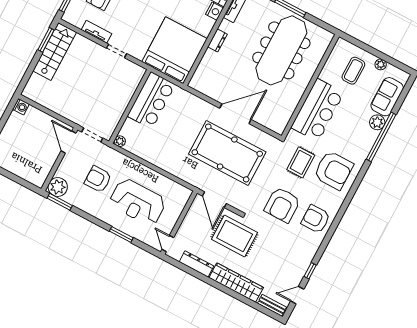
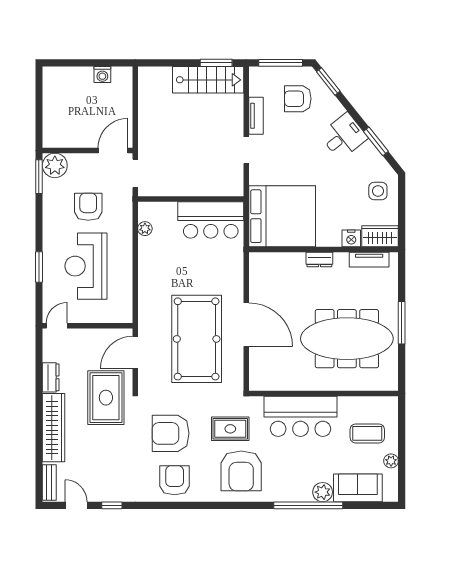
washing machine: (21, 107) -> (102, 75), moved
plant: (120, 141) -> (145, 229), moved
dresser: (196, 264) -> (51, 377), width x0.70

